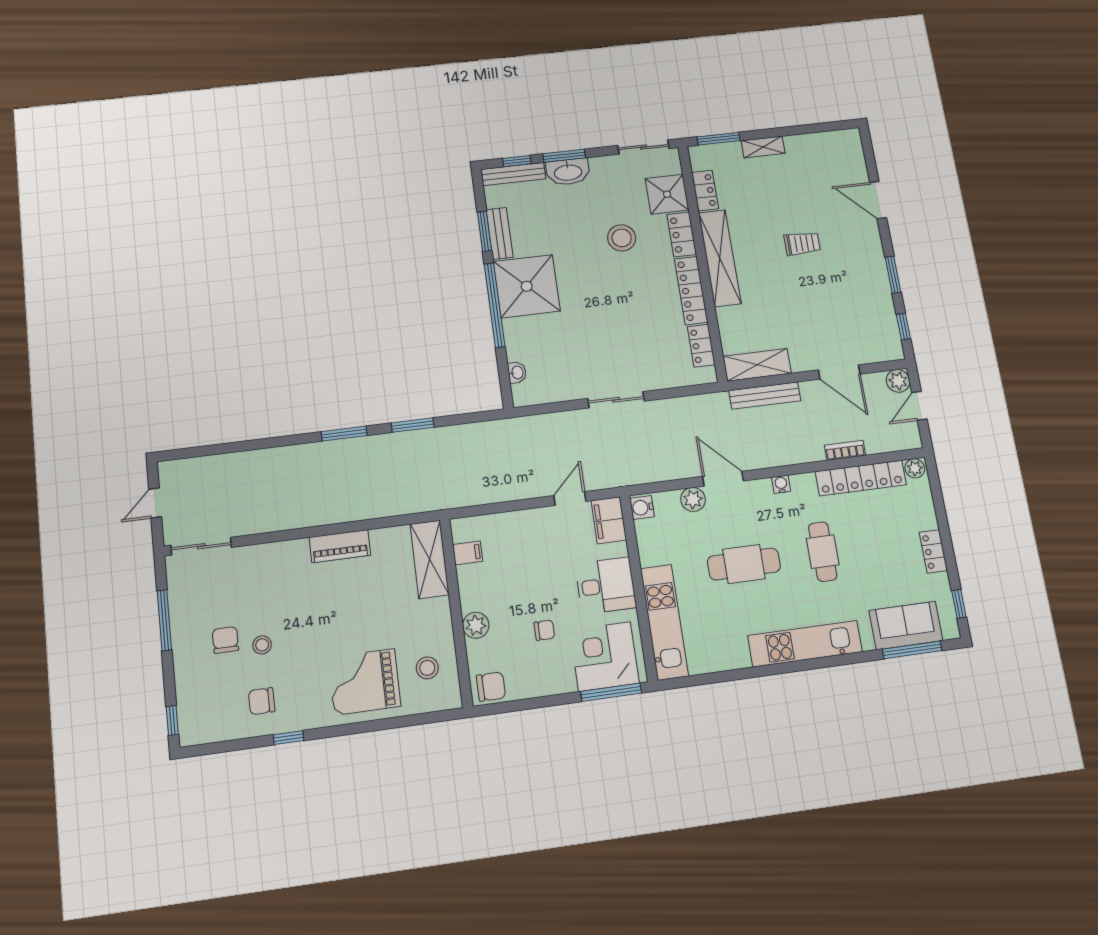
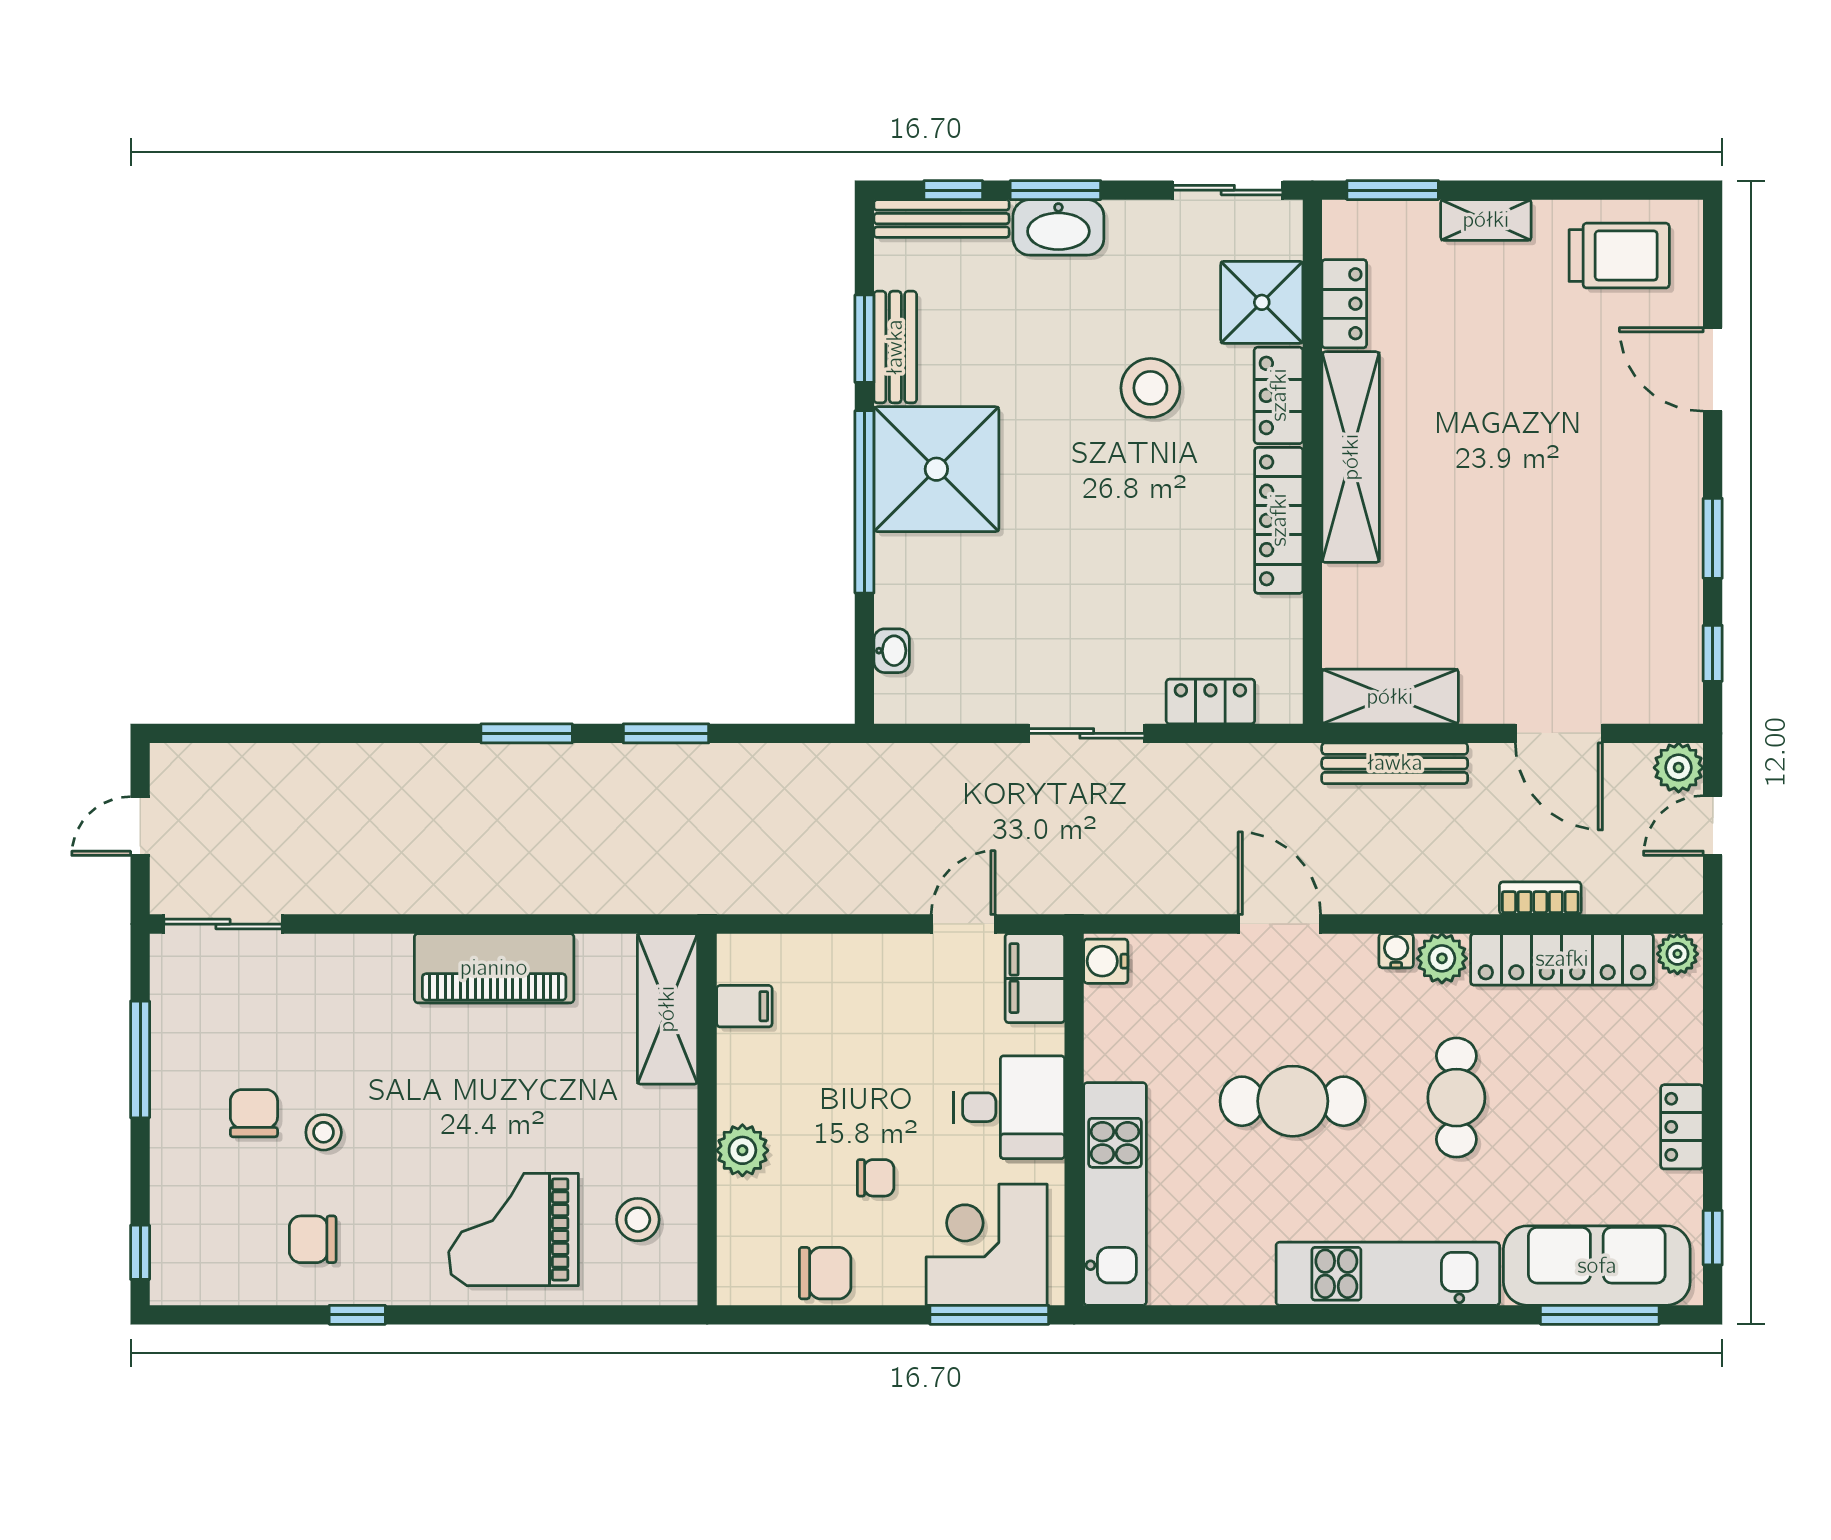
trolley: (802, 243) -> (1619, 256), moved, width x1.36, depth x1.39
locker: (701, 346) -> (1210, 701), moved, turned 90
plant: (693, 499) -> (1442, 958), moved
piano: (340, 546) -> (494, 968), width x1.37, depth x1.33
sofa: (906, 625) -> (1597, 1266), width x1.36
chair: (491, 687) -> (825, 1273), moved

